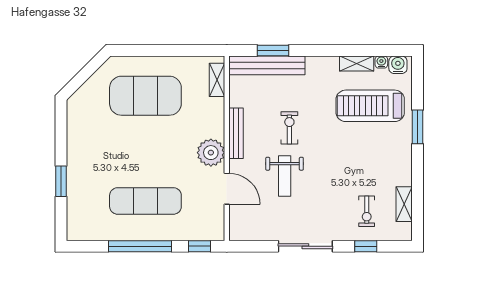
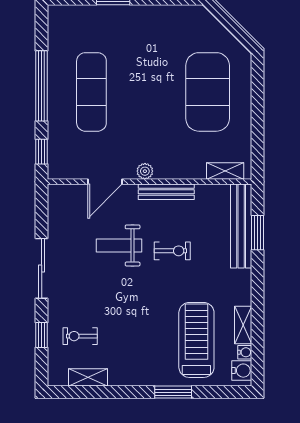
plant: (211, 153) -> (145, 171), width x0.53, depth x0.53

